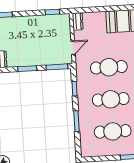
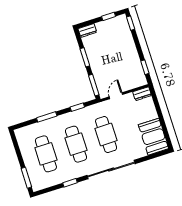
door: (73, 48) -> (116, 96), swing flipped

